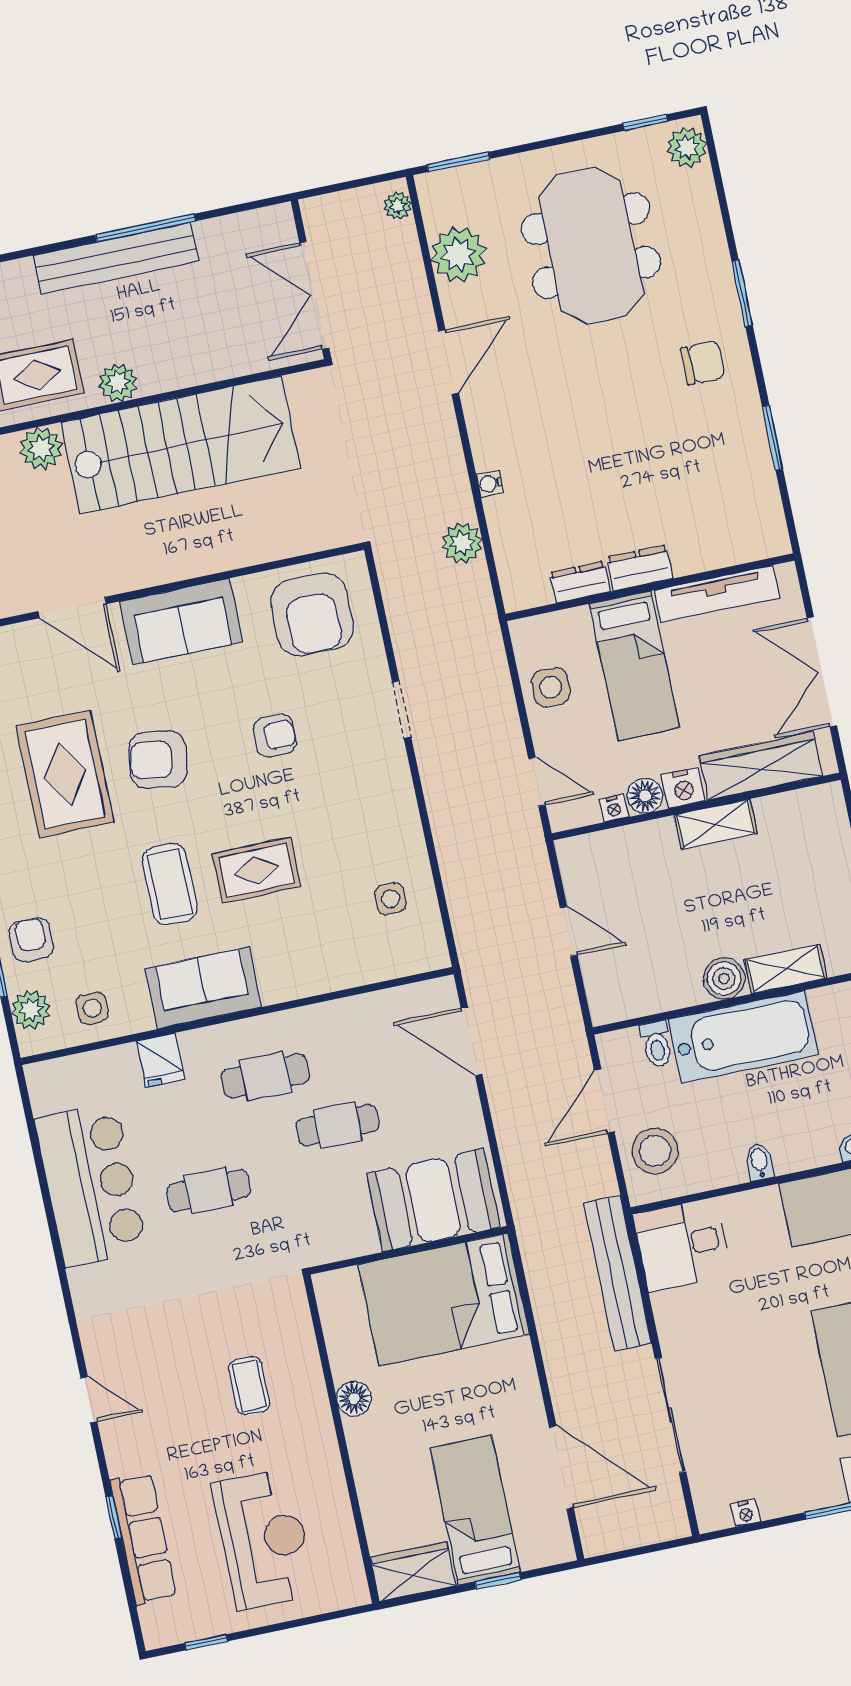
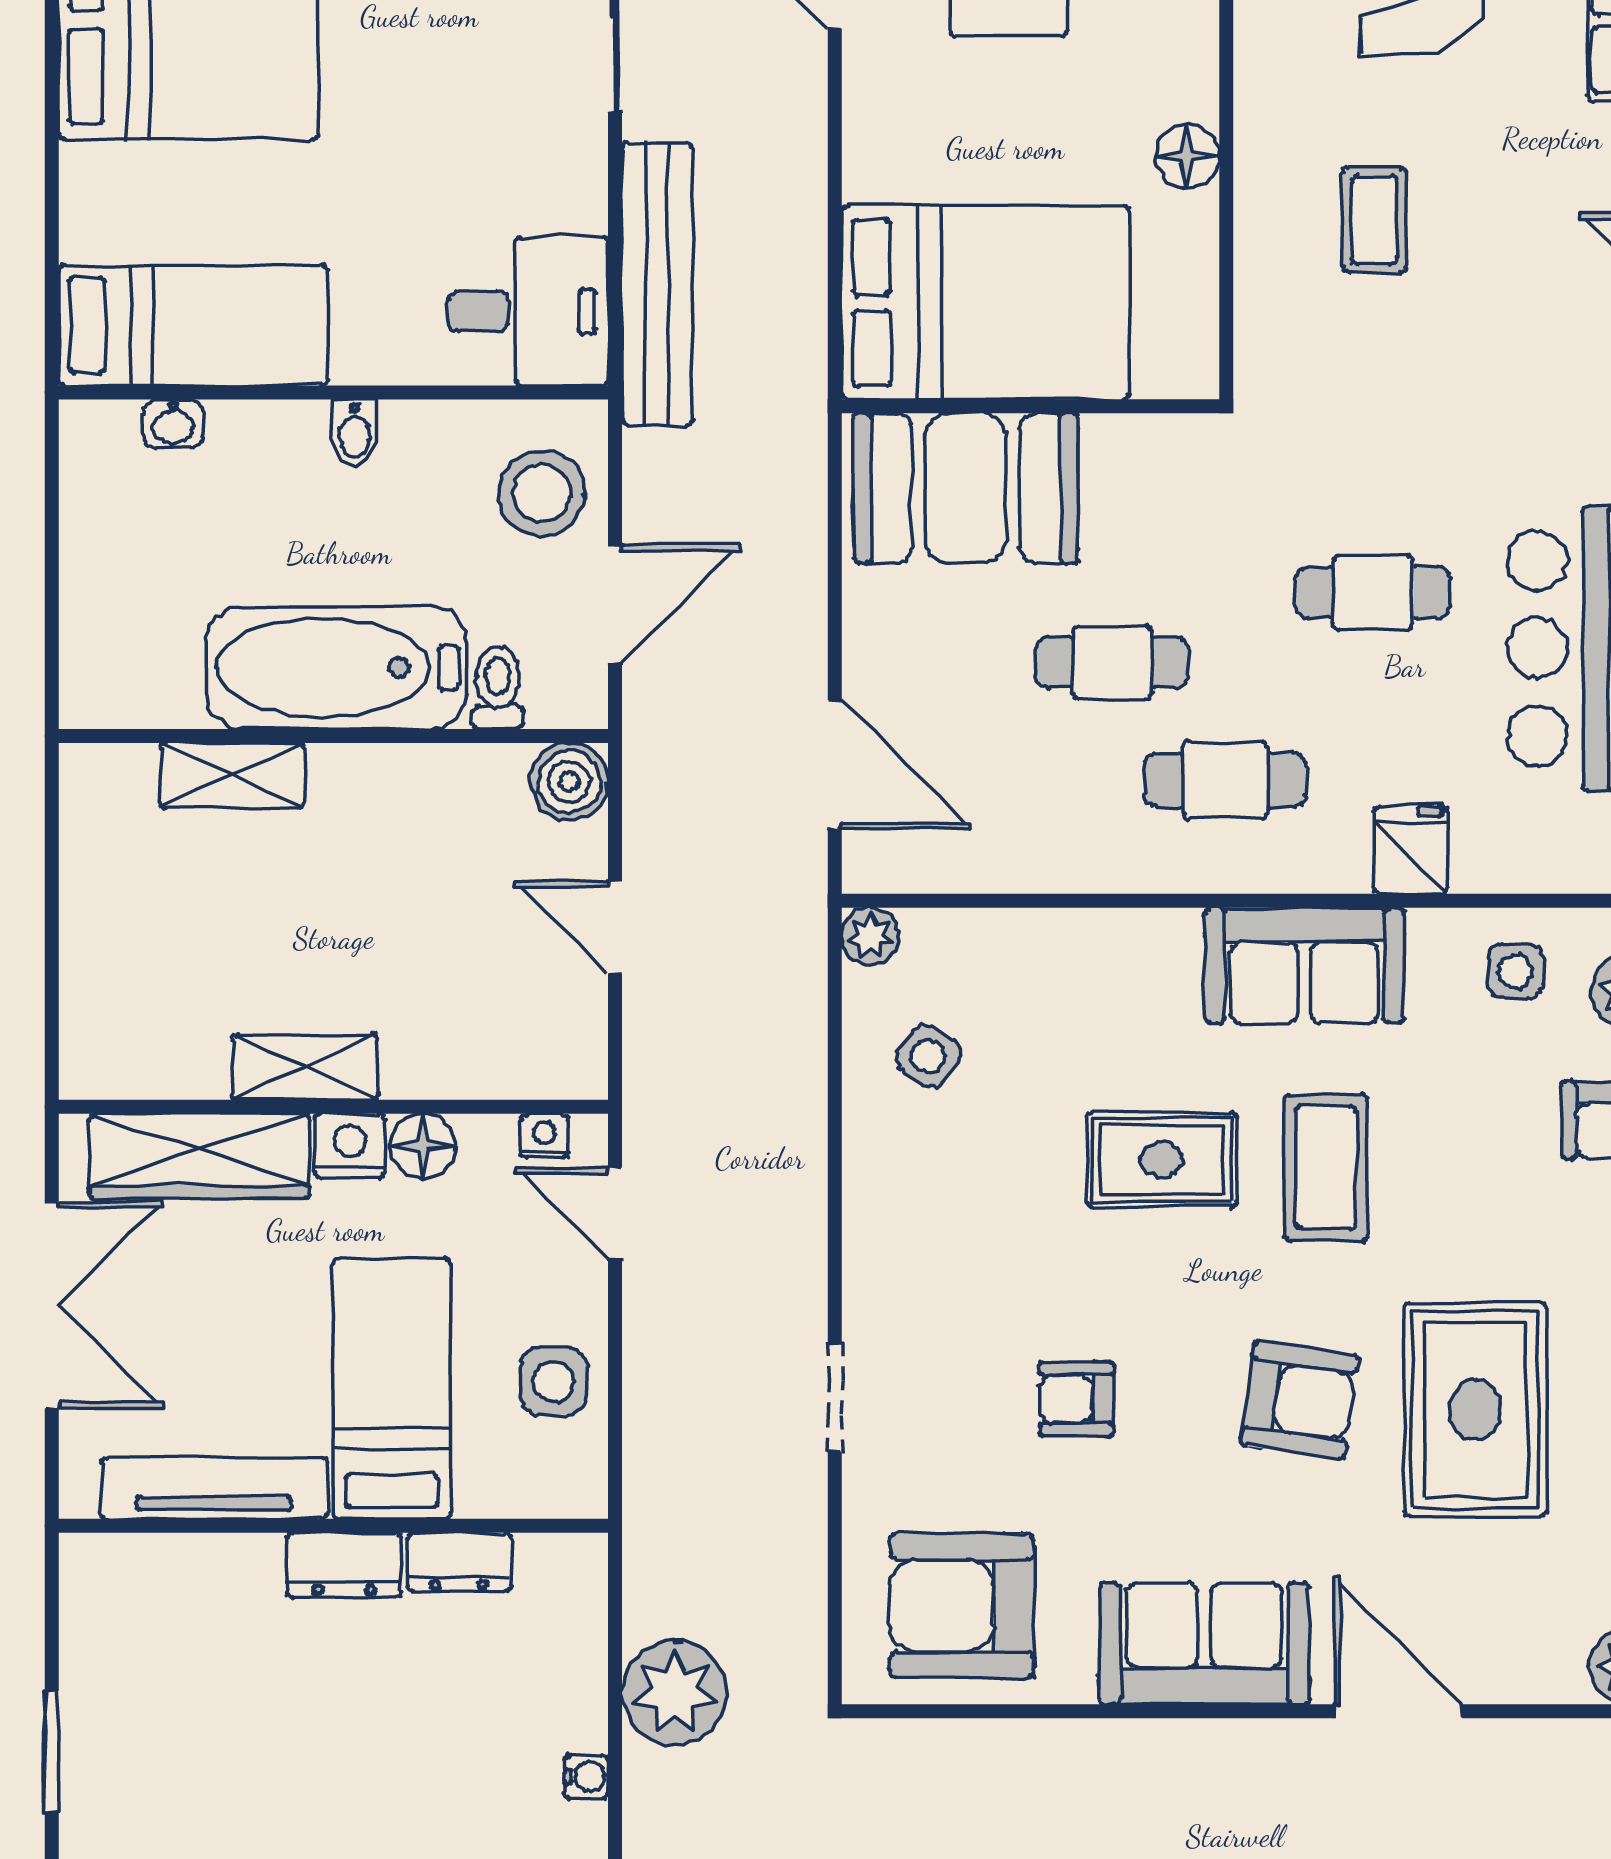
plant: (462, 543) -> (674, 1693), width x1.36, depth x1.36
armchair: (312, 615) -> (962, 1606), turned -90
nightstand: (614, 808) -> (544, 1136), moved
side table: (390, 899) -> (928, 1056), turned 34
plant: (434, 955) -> (870, 936), added
boiler: (724, 979) -> (569, 782), moved

